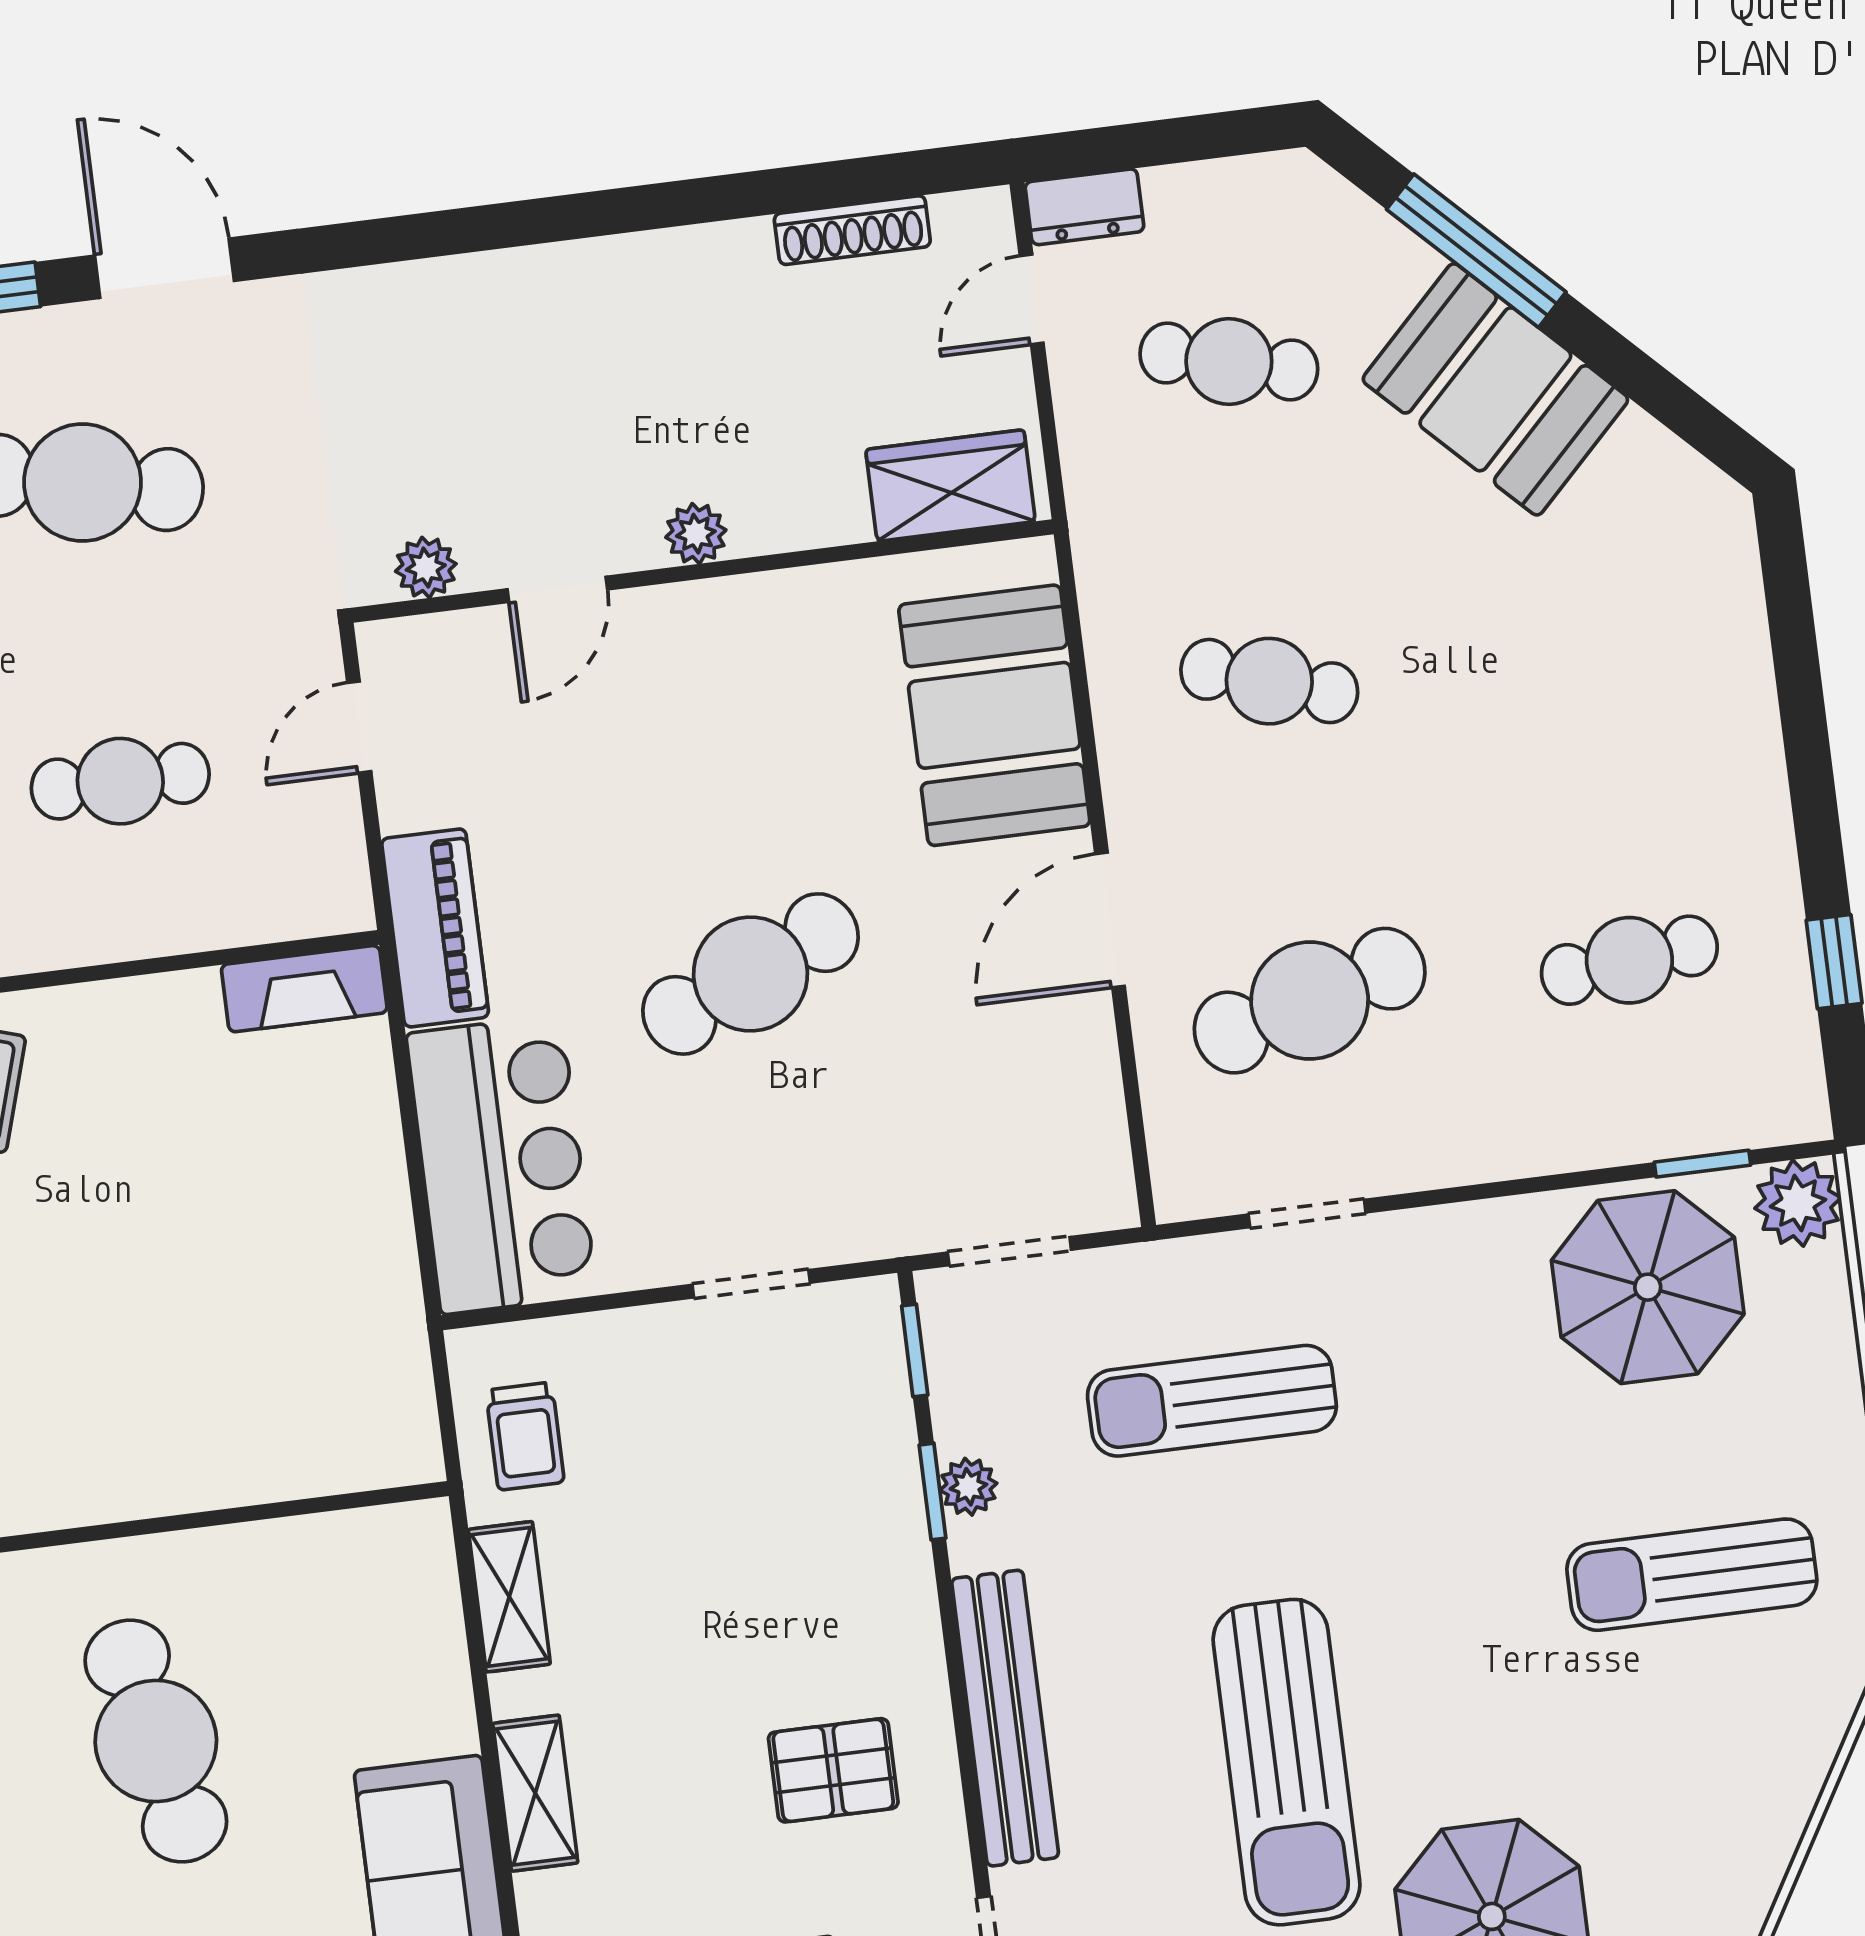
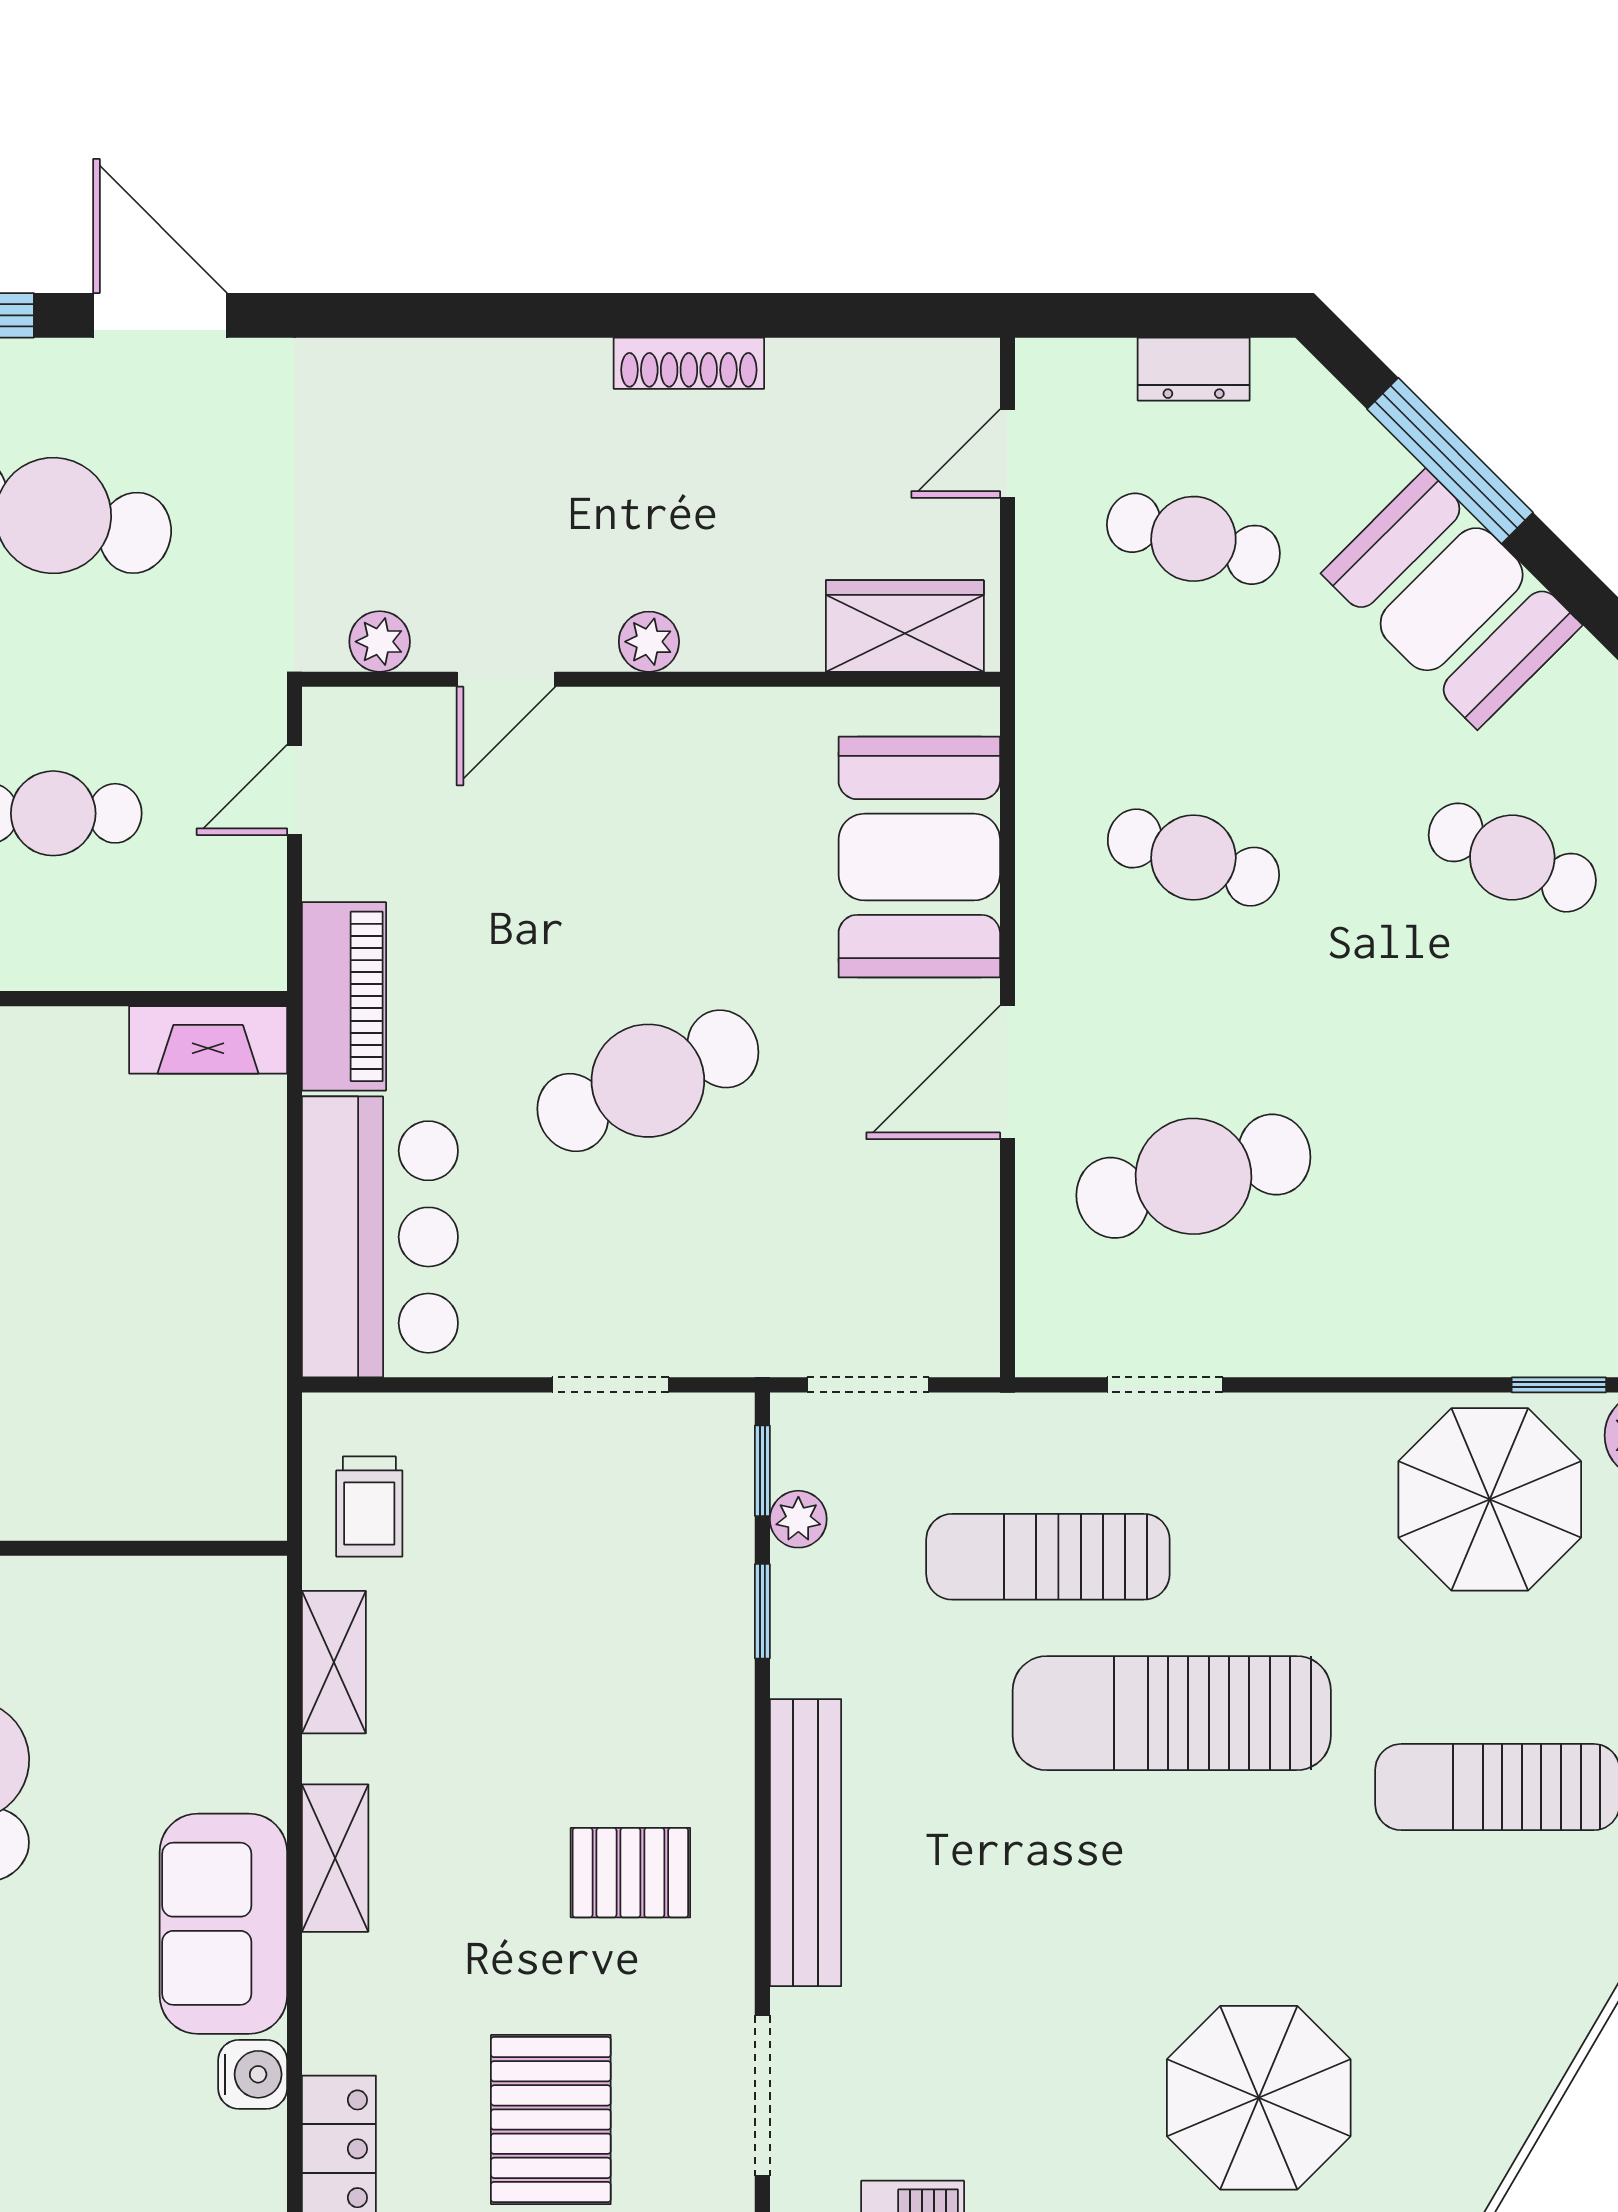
dresser: (1084, 207) -> (1194, 369), moved
shoe rack: (852, 230) -> (689, 363), moved
cafe table: (1629, 960) -> (1512, 858), moved, turned 30
plant: (968, 1487) -> (798, 1519), moved
sun lounger: (1287, 1762) -> (1172, 1713), moved, turned 90

